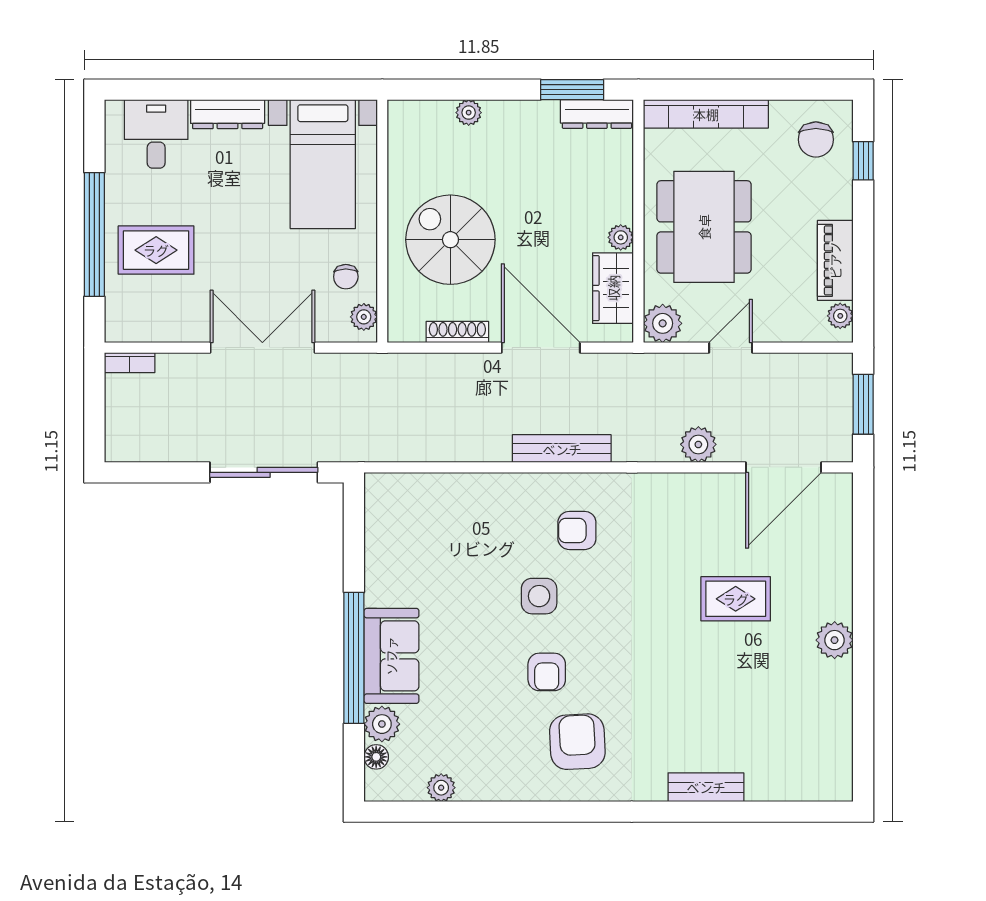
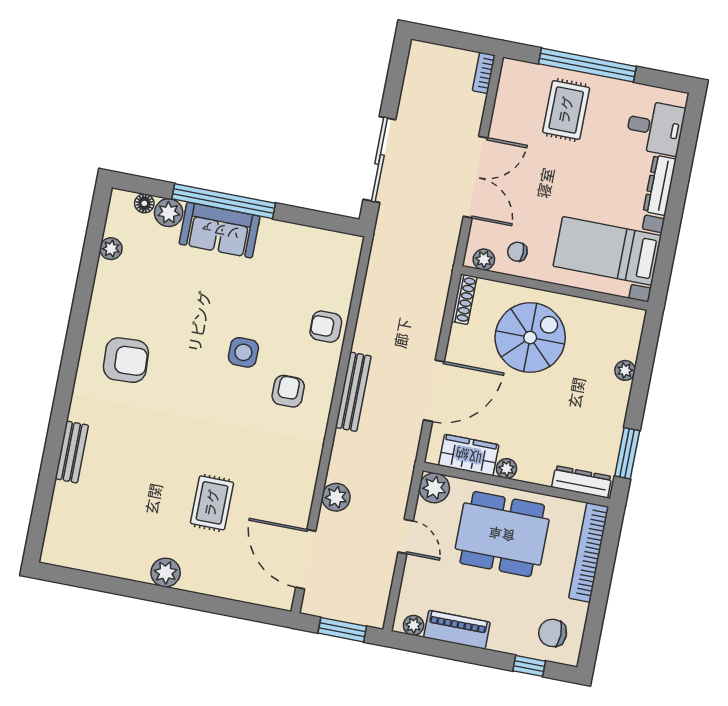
dresser: (597, 114) -> (582, 482), moved, turned 90
shoe rack: (457, 332) -> (464, 299), moved
armchair: (547, 672) -> (326, 327), moved

